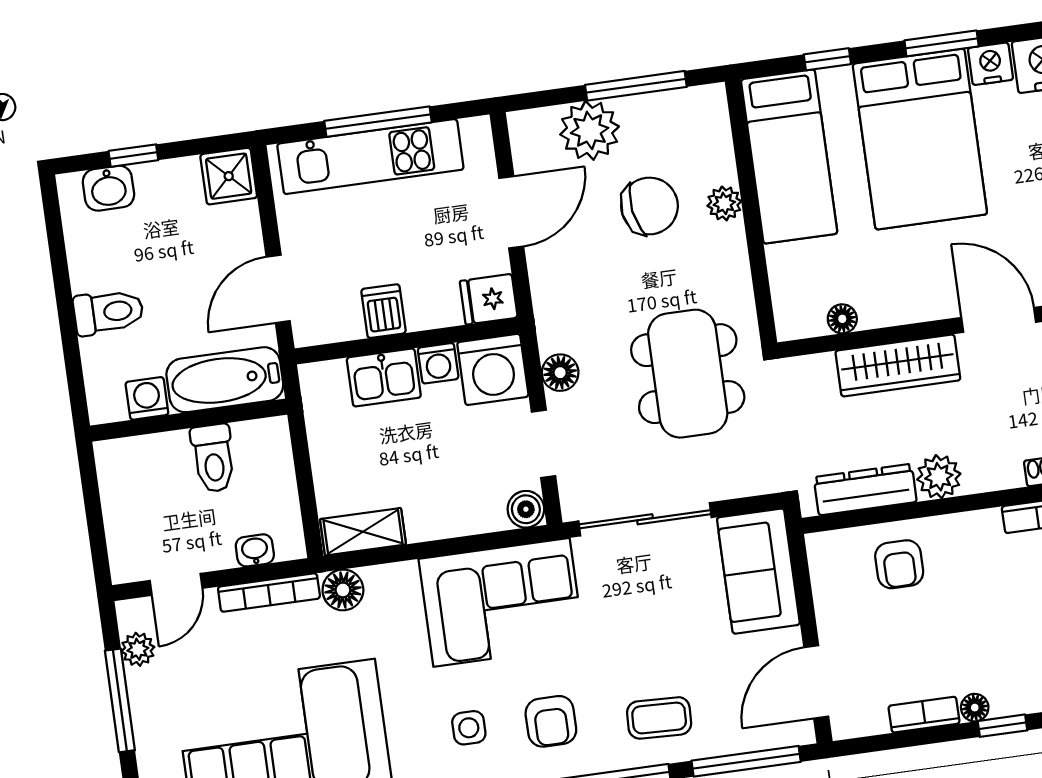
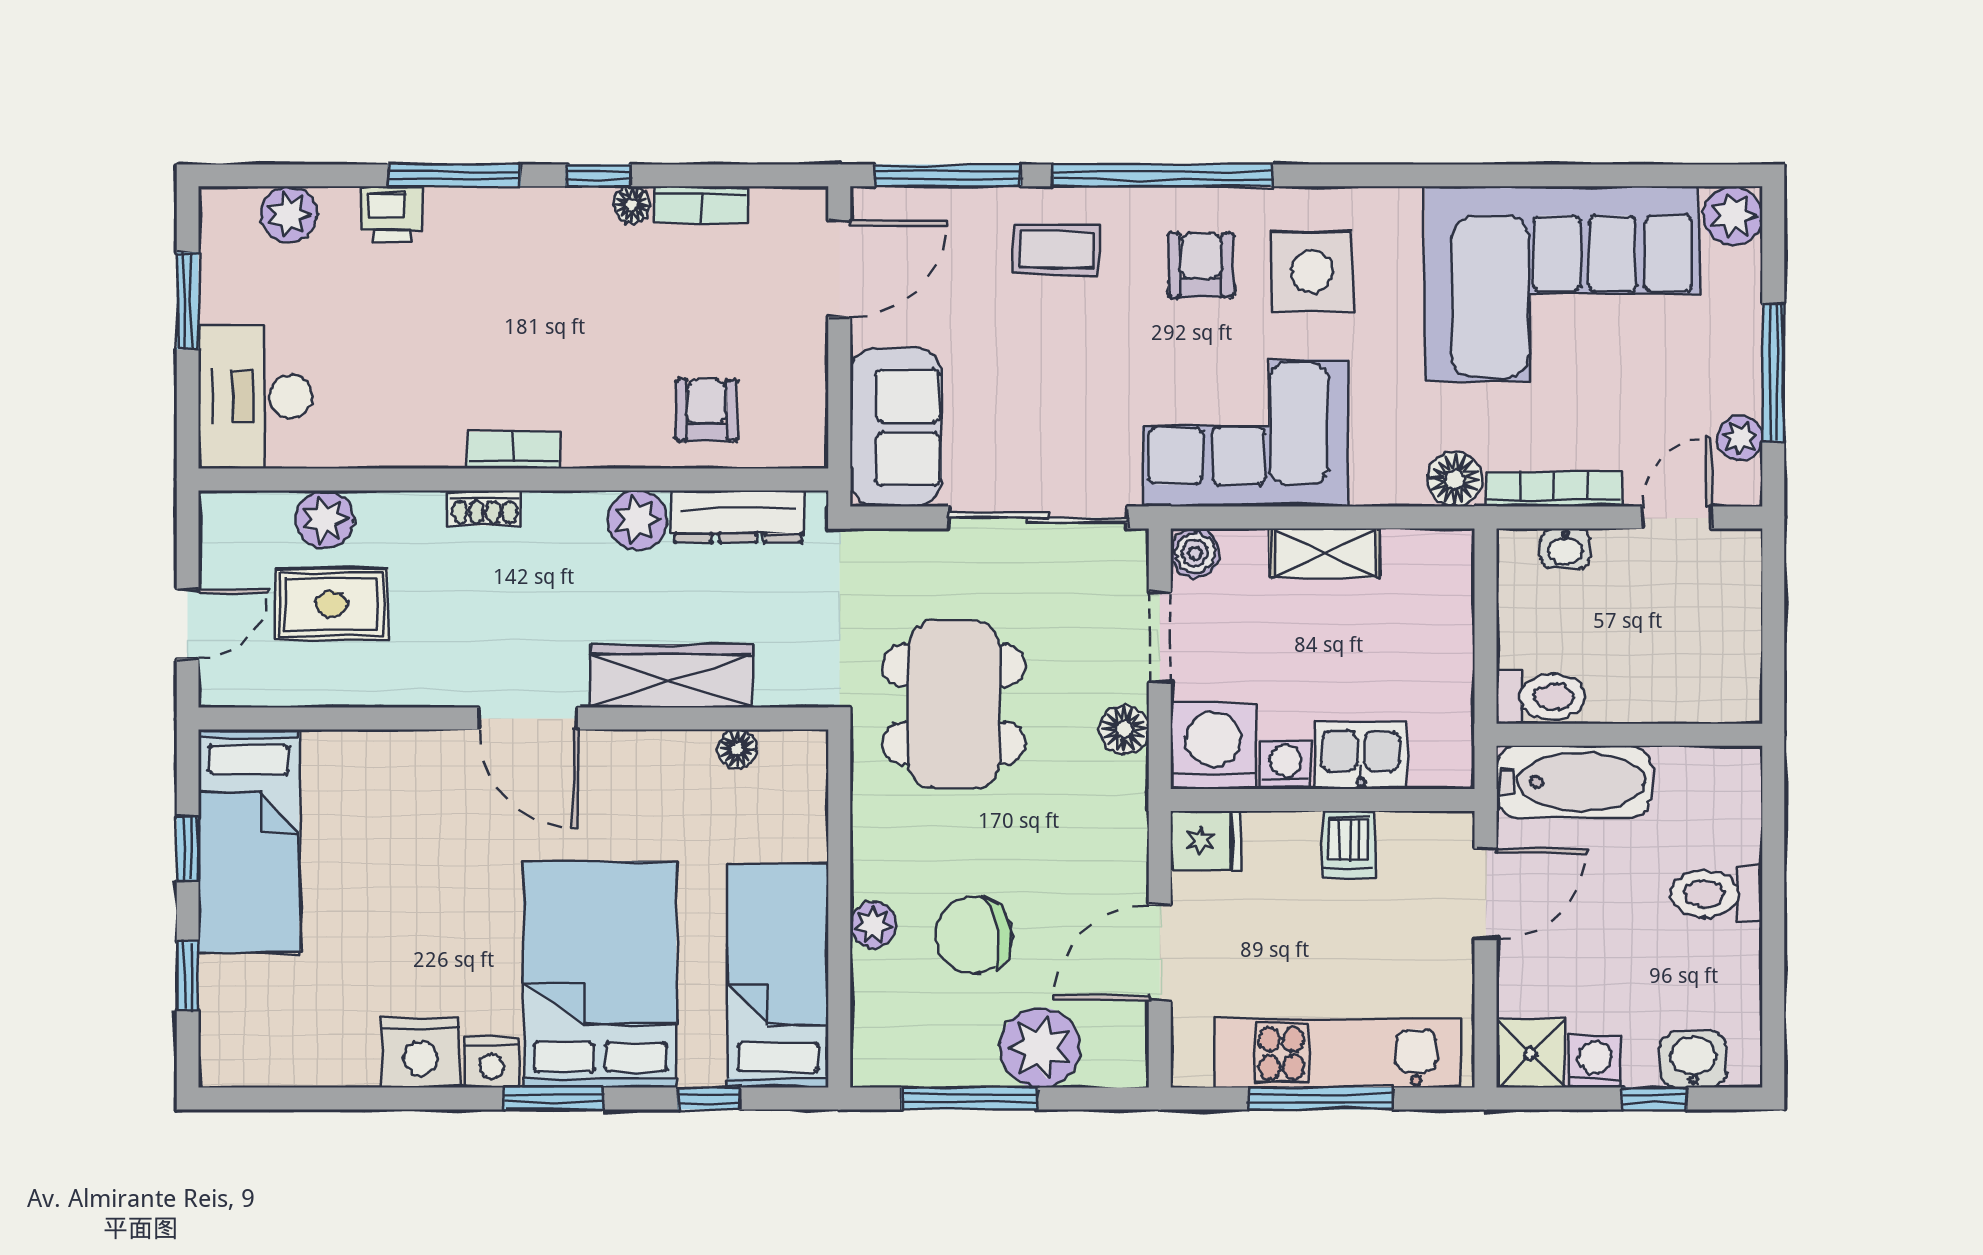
washing machine: (147, 398) -> (1595, 1062), moved, turned 180
toilet: (213, 458) -> (1541, 697), moved, turned 90
shelving: (363, 532) -> (1325, 553), moved
side table: (469, 728) -> (1312, 272), width x1.87, depth x1.87

